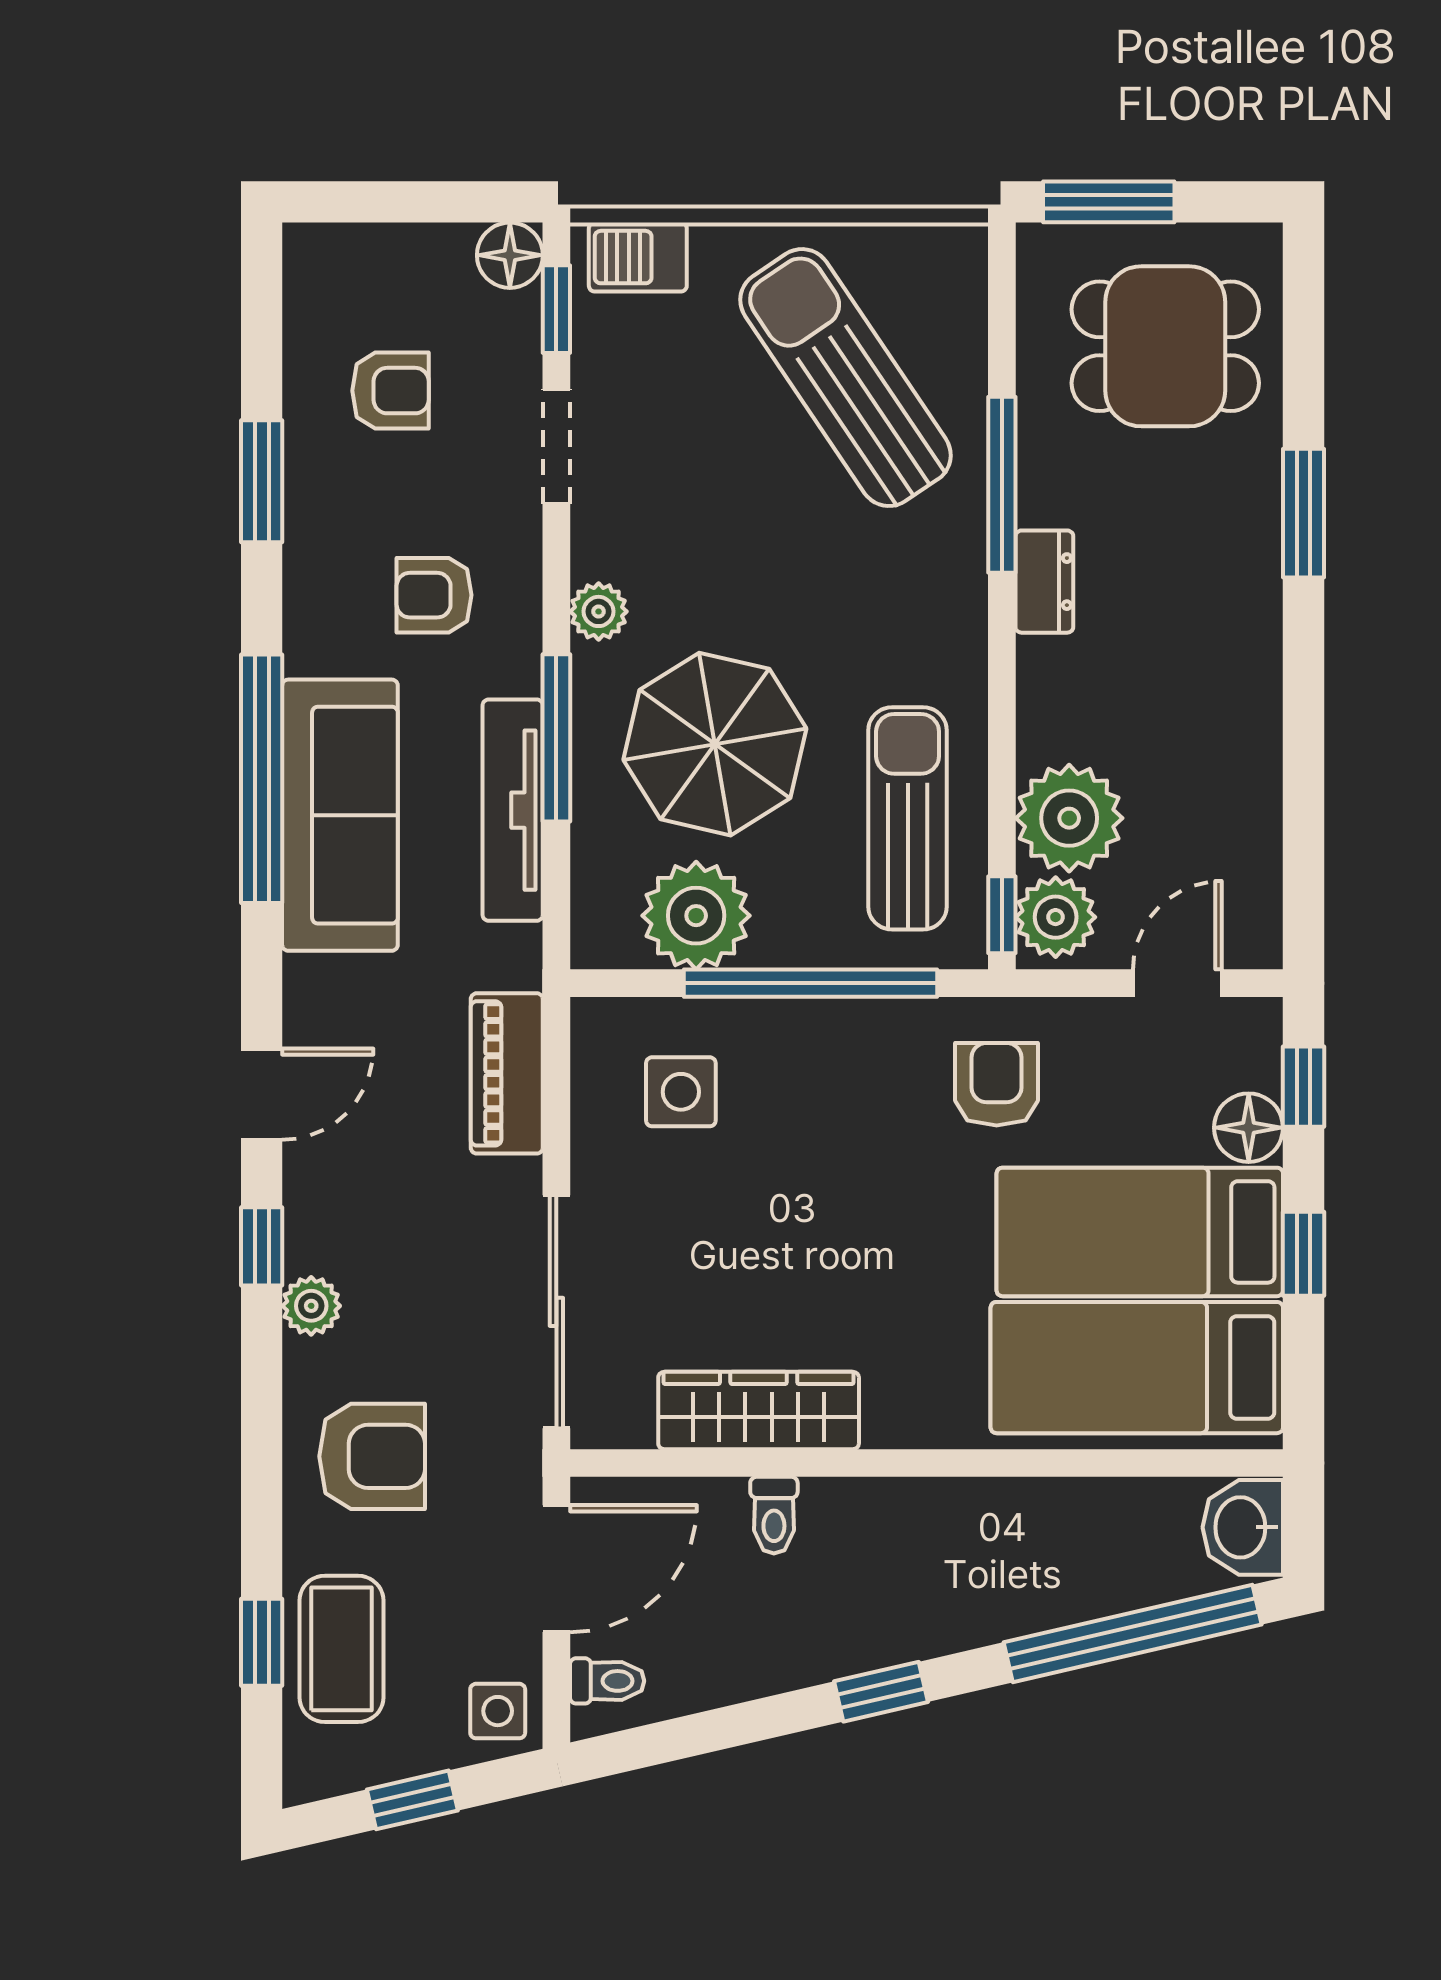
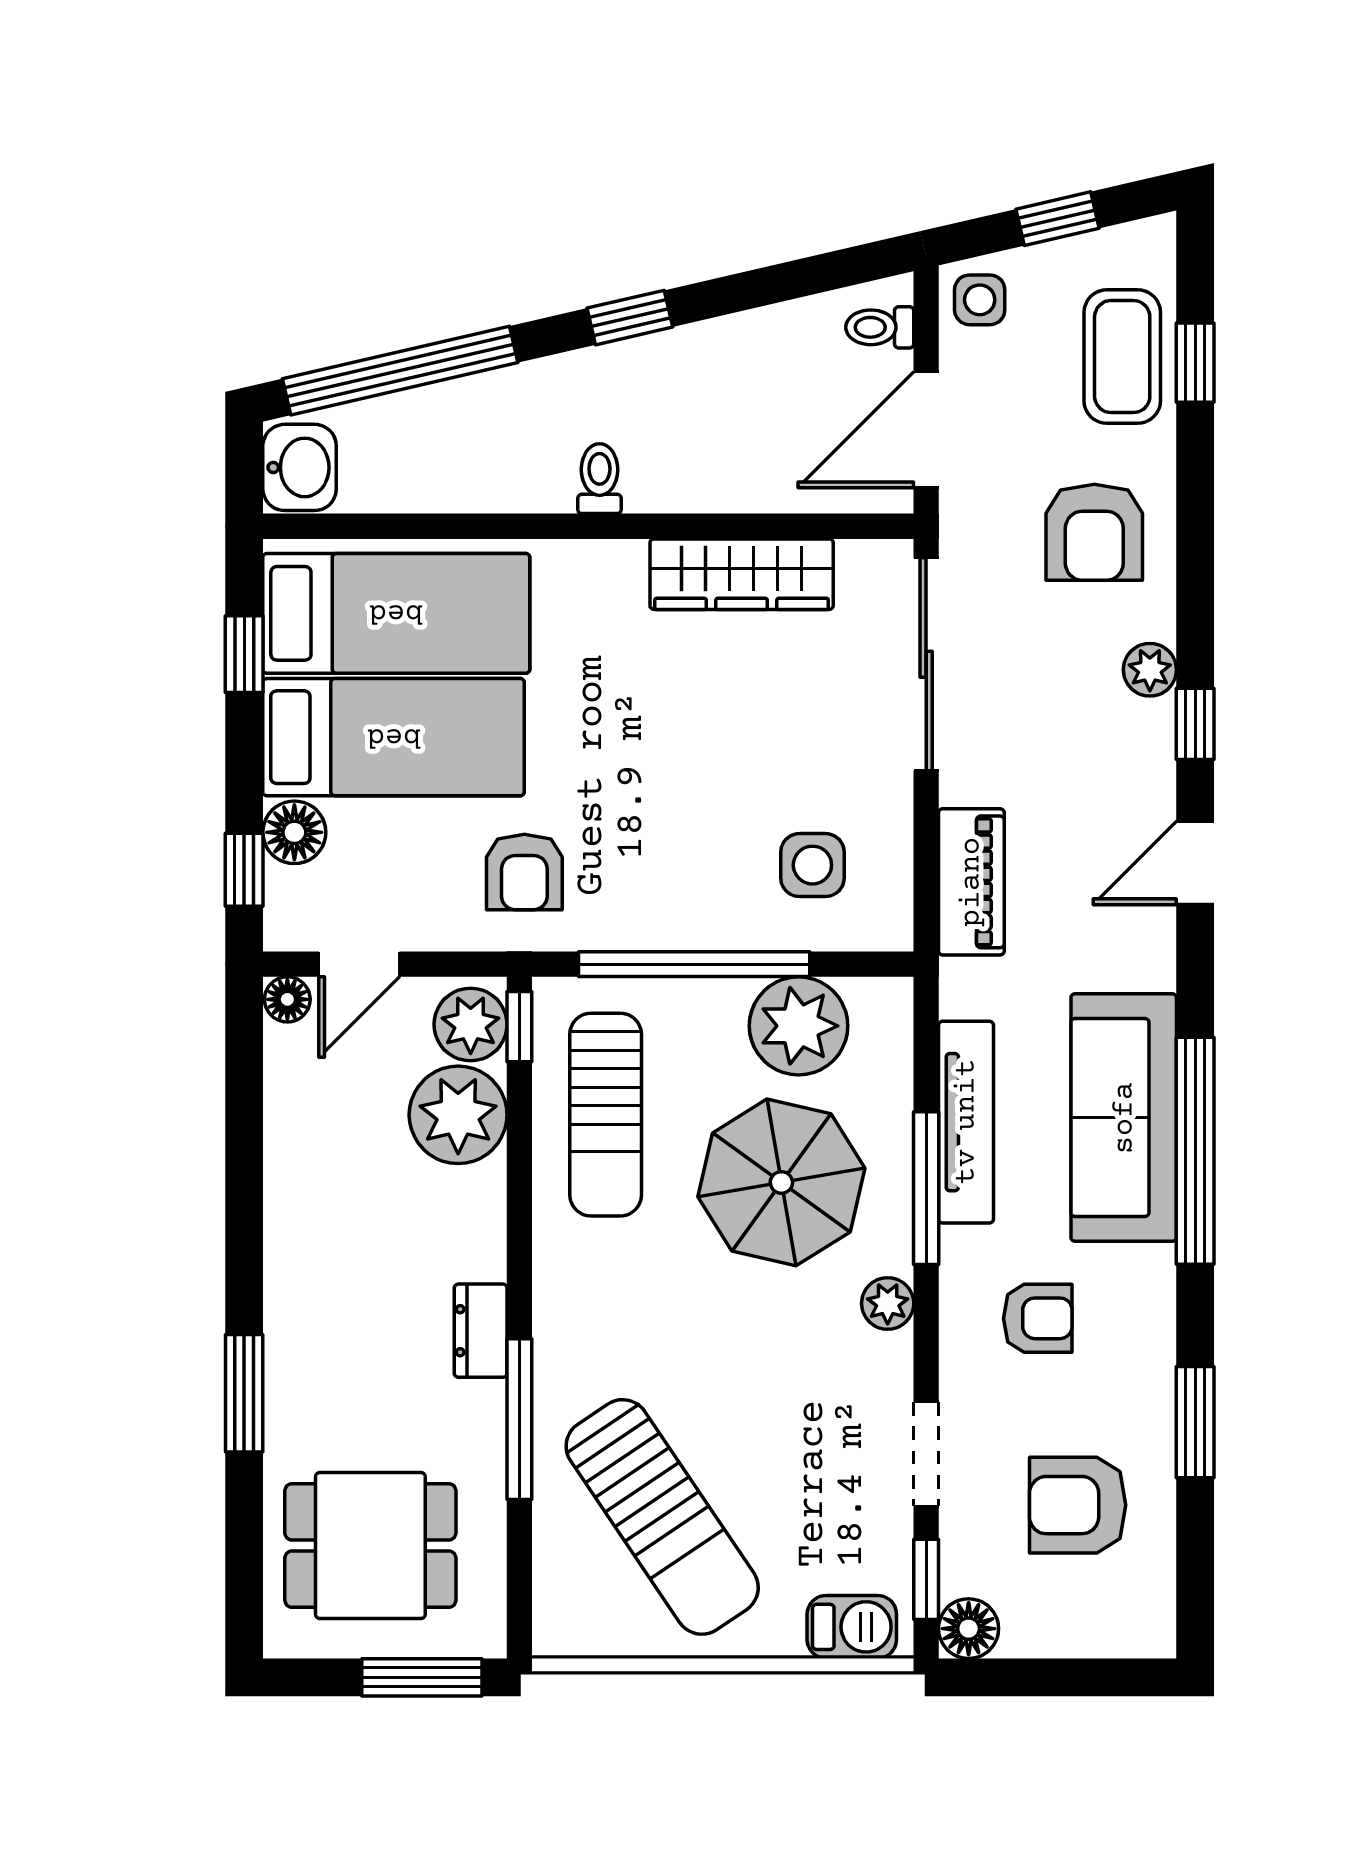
armchair: (390, 391) -> (1078, 1505), width x1.38, depth x1.38
floor lamp: (1256, 945) -> (287, 999), added
window: (1303, 1254) -> (244, 654), moved
armchair: (372, 1456) -> (1094, 532), turned -90
toilet: (774, 1515) -> (599, 479), moved

